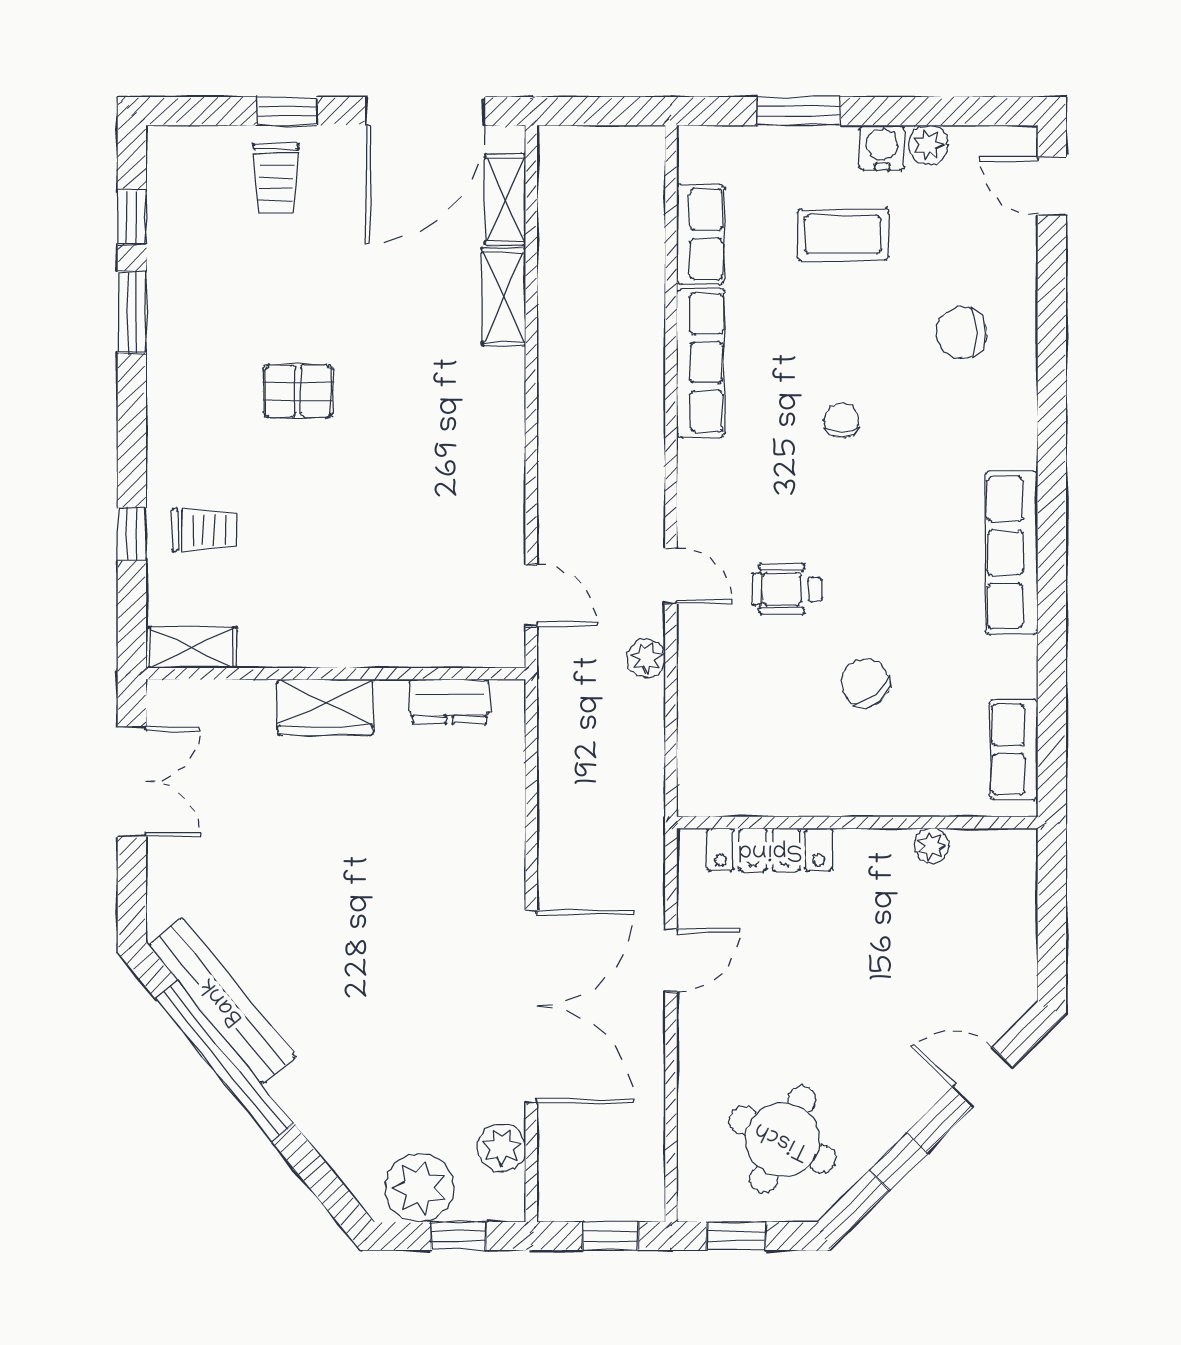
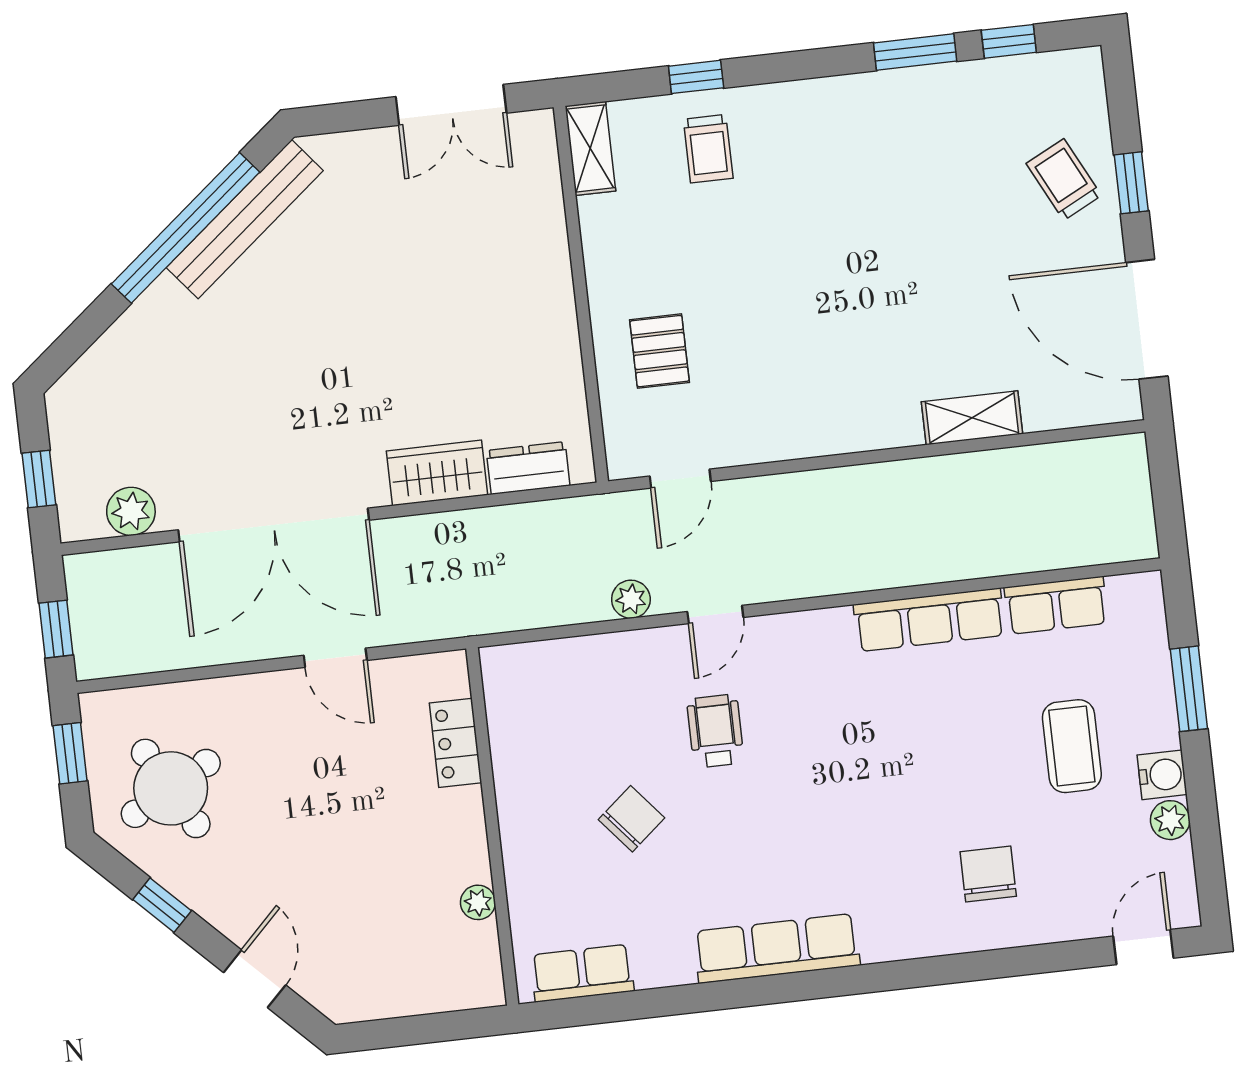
trolley: (276, 178) -> (1064, 179), turned 63
shelving: (505, 199) -> (1069, 408), removed
pallet: (298, 391) -> (659, 351), moved
chair: (841, 420) -> (888, 766), removed
dresser: (449, 702) -> (528, 468), moved, turned 90
wardrobe: (325, 707) -> (437, 473), moved, turned 90
locker: (770, 850) -> (456, 743), width x0.66
round table: (783, 1140) -> (171, 788), turned 35
plant: (419, 1188) -> (82, 435), removed

